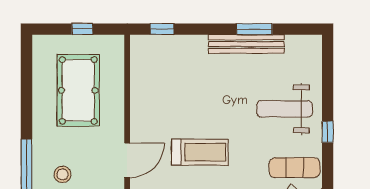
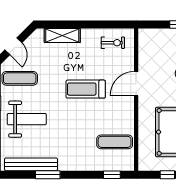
bench: (246, 44) -> (31, 164), moved
exercise mat: (158, 76) -> (115, 142), added

